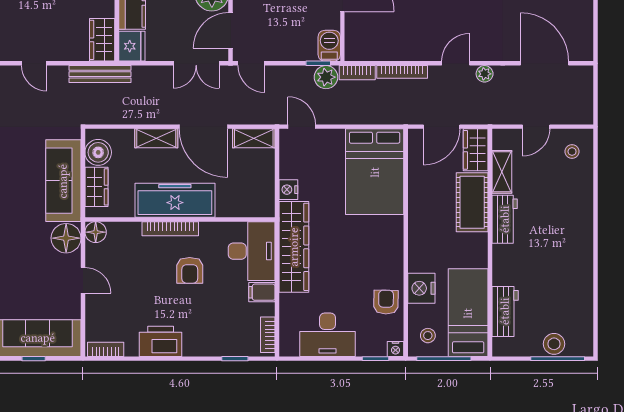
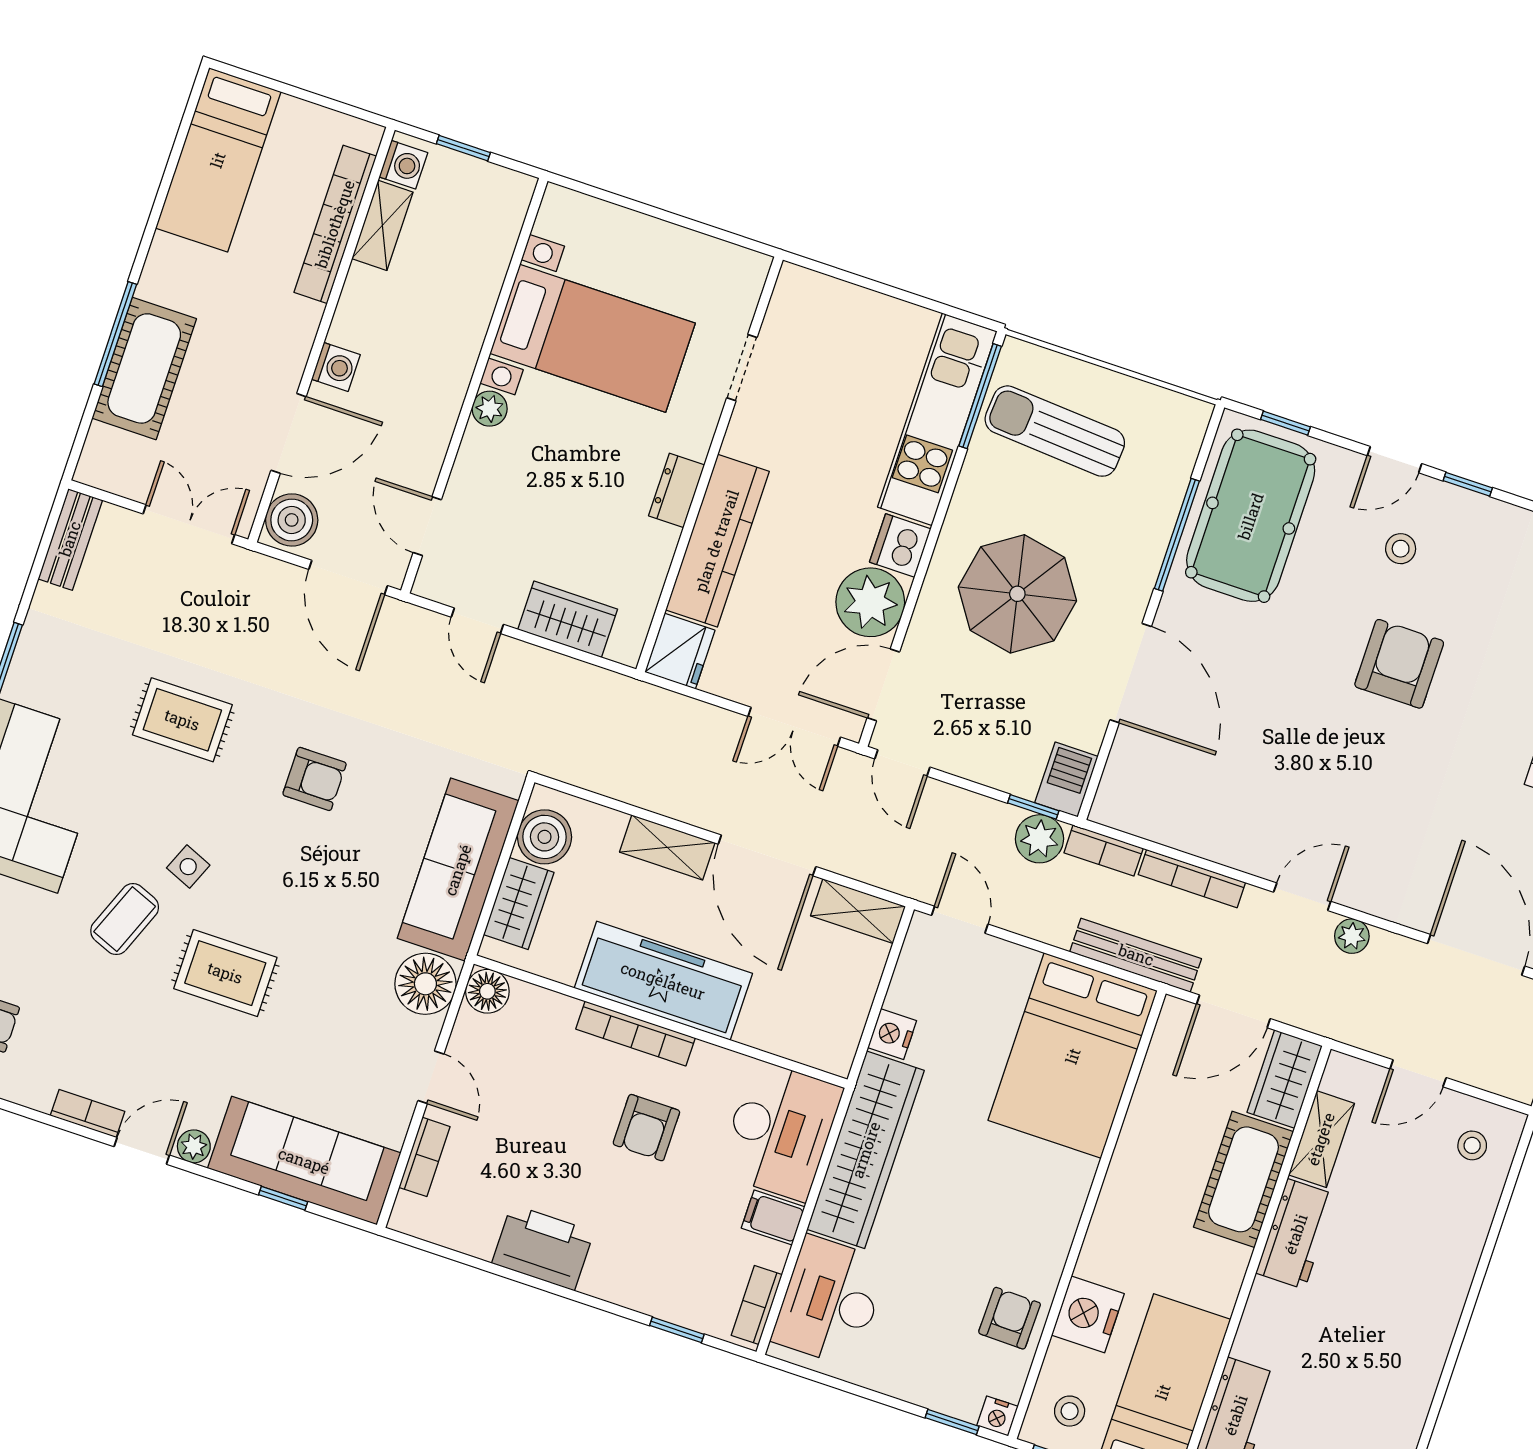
wardrobe: (102, 40) -> (568, 619), moved, turned 90
bench: (100, 74) -> (1136, 955), moved
desk: (328, 335) -> (830, 1301), moved, turned 90
bookcase: (106, 349) -> (424, 1157), moved, turned 90

